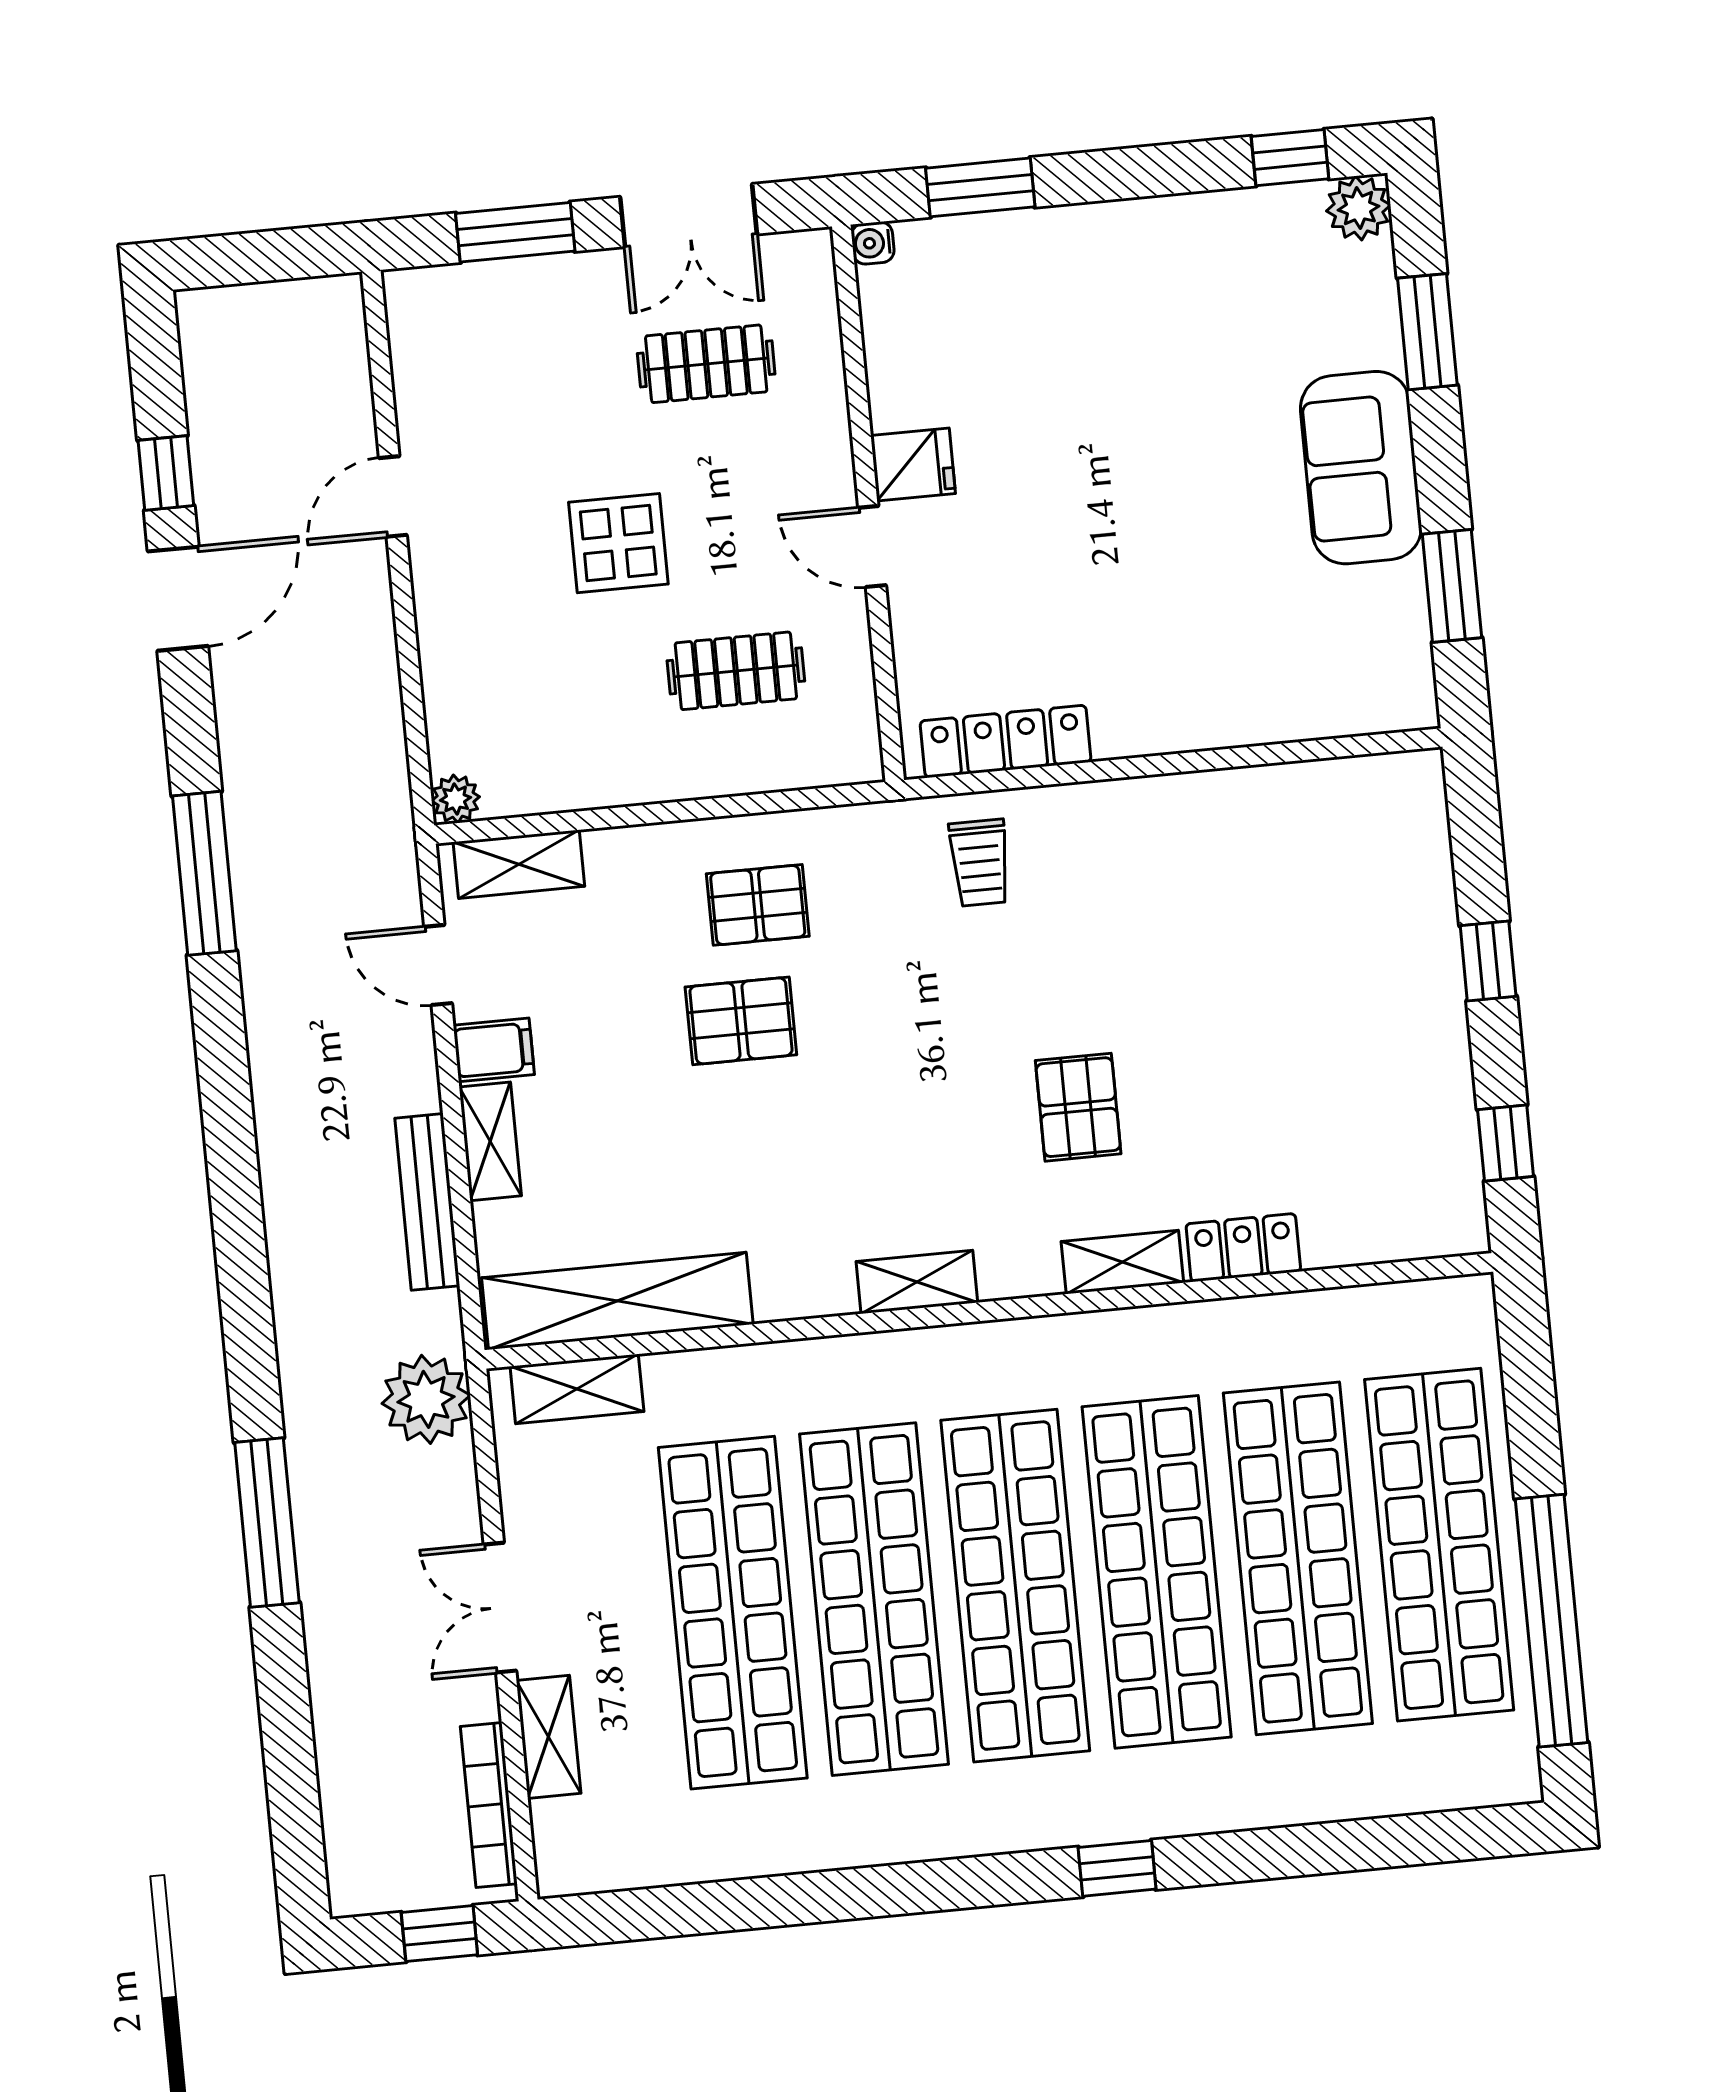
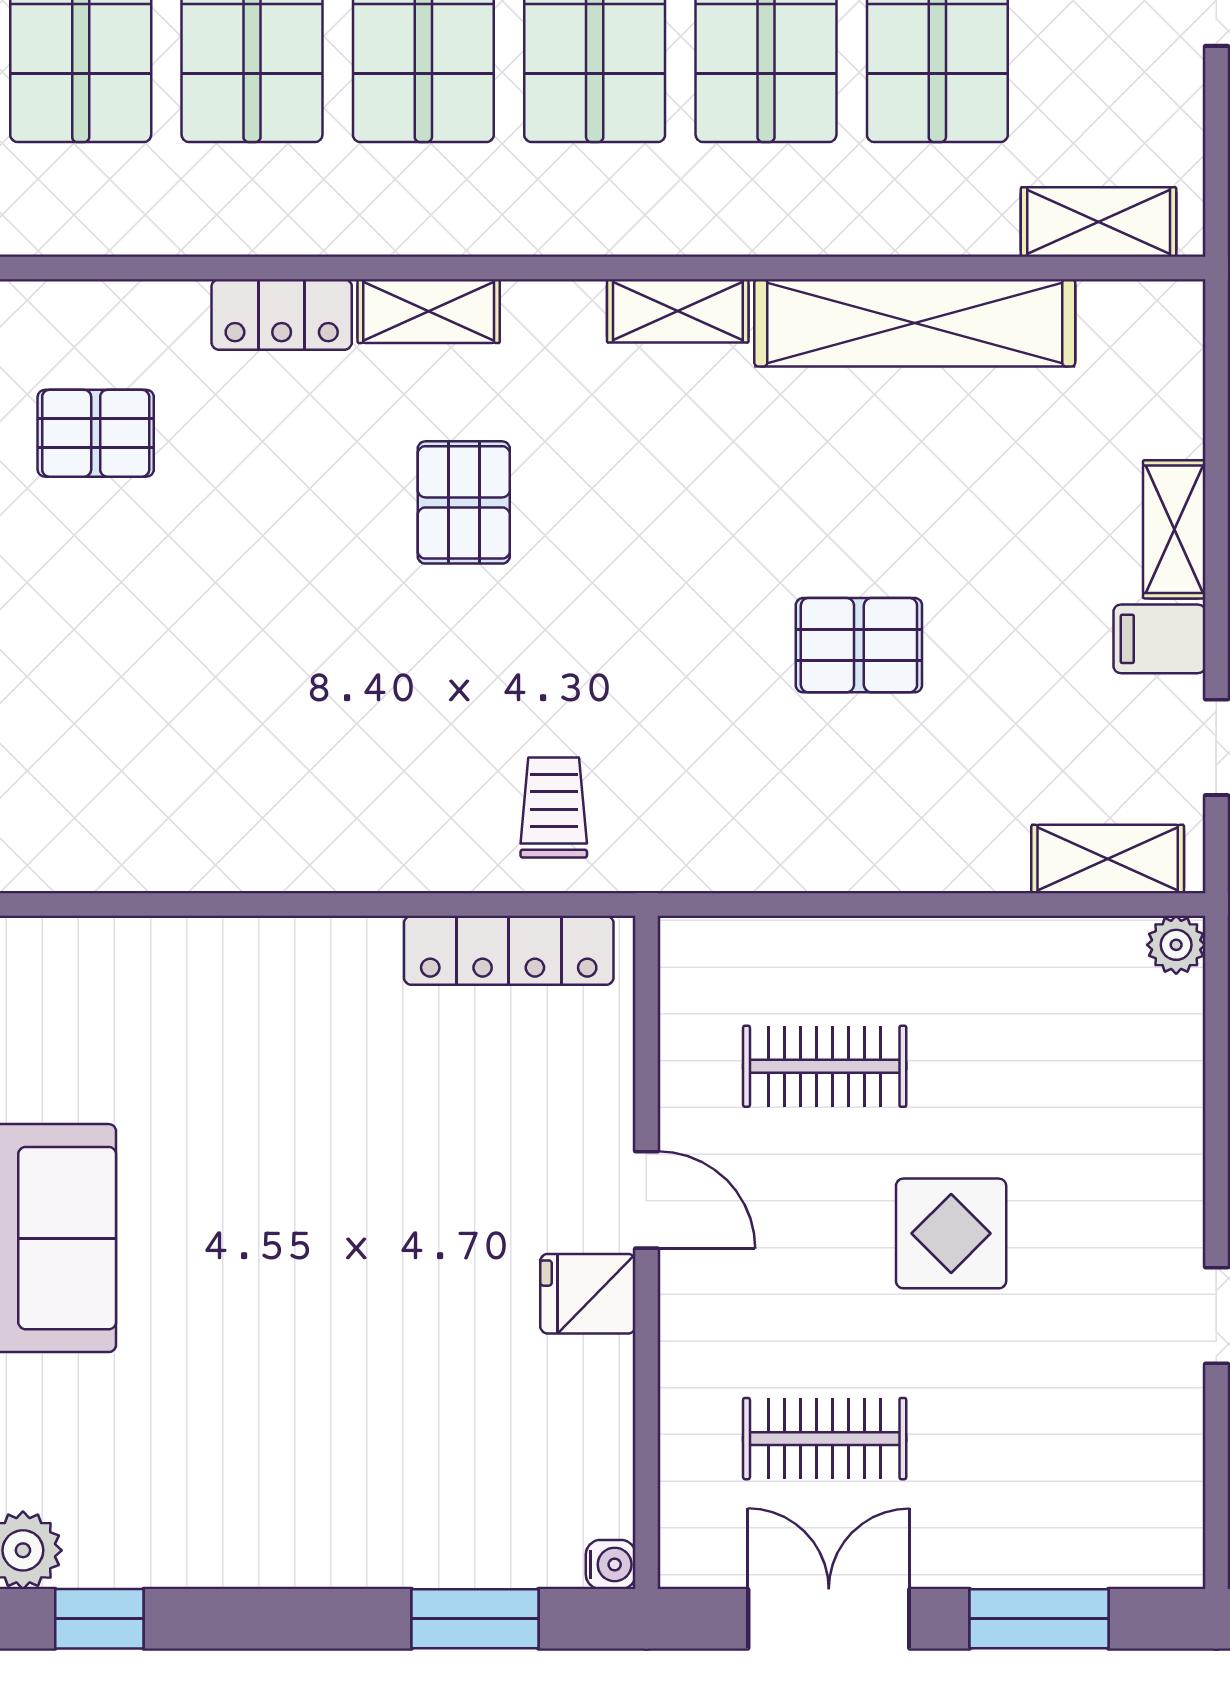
pallet: (758, 905) -> (96, 433), moved
shelving: (617, 1301) -> (915, 323), moved

